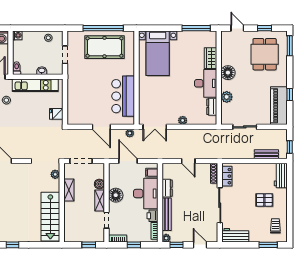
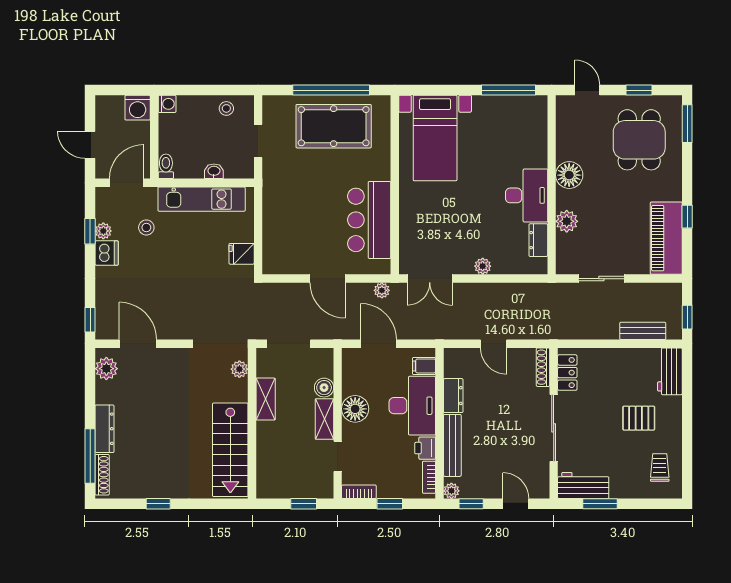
wardrobe: (211, 58) -> (536, 147), removed
window: (268, 245) -> (600, 504), moved

